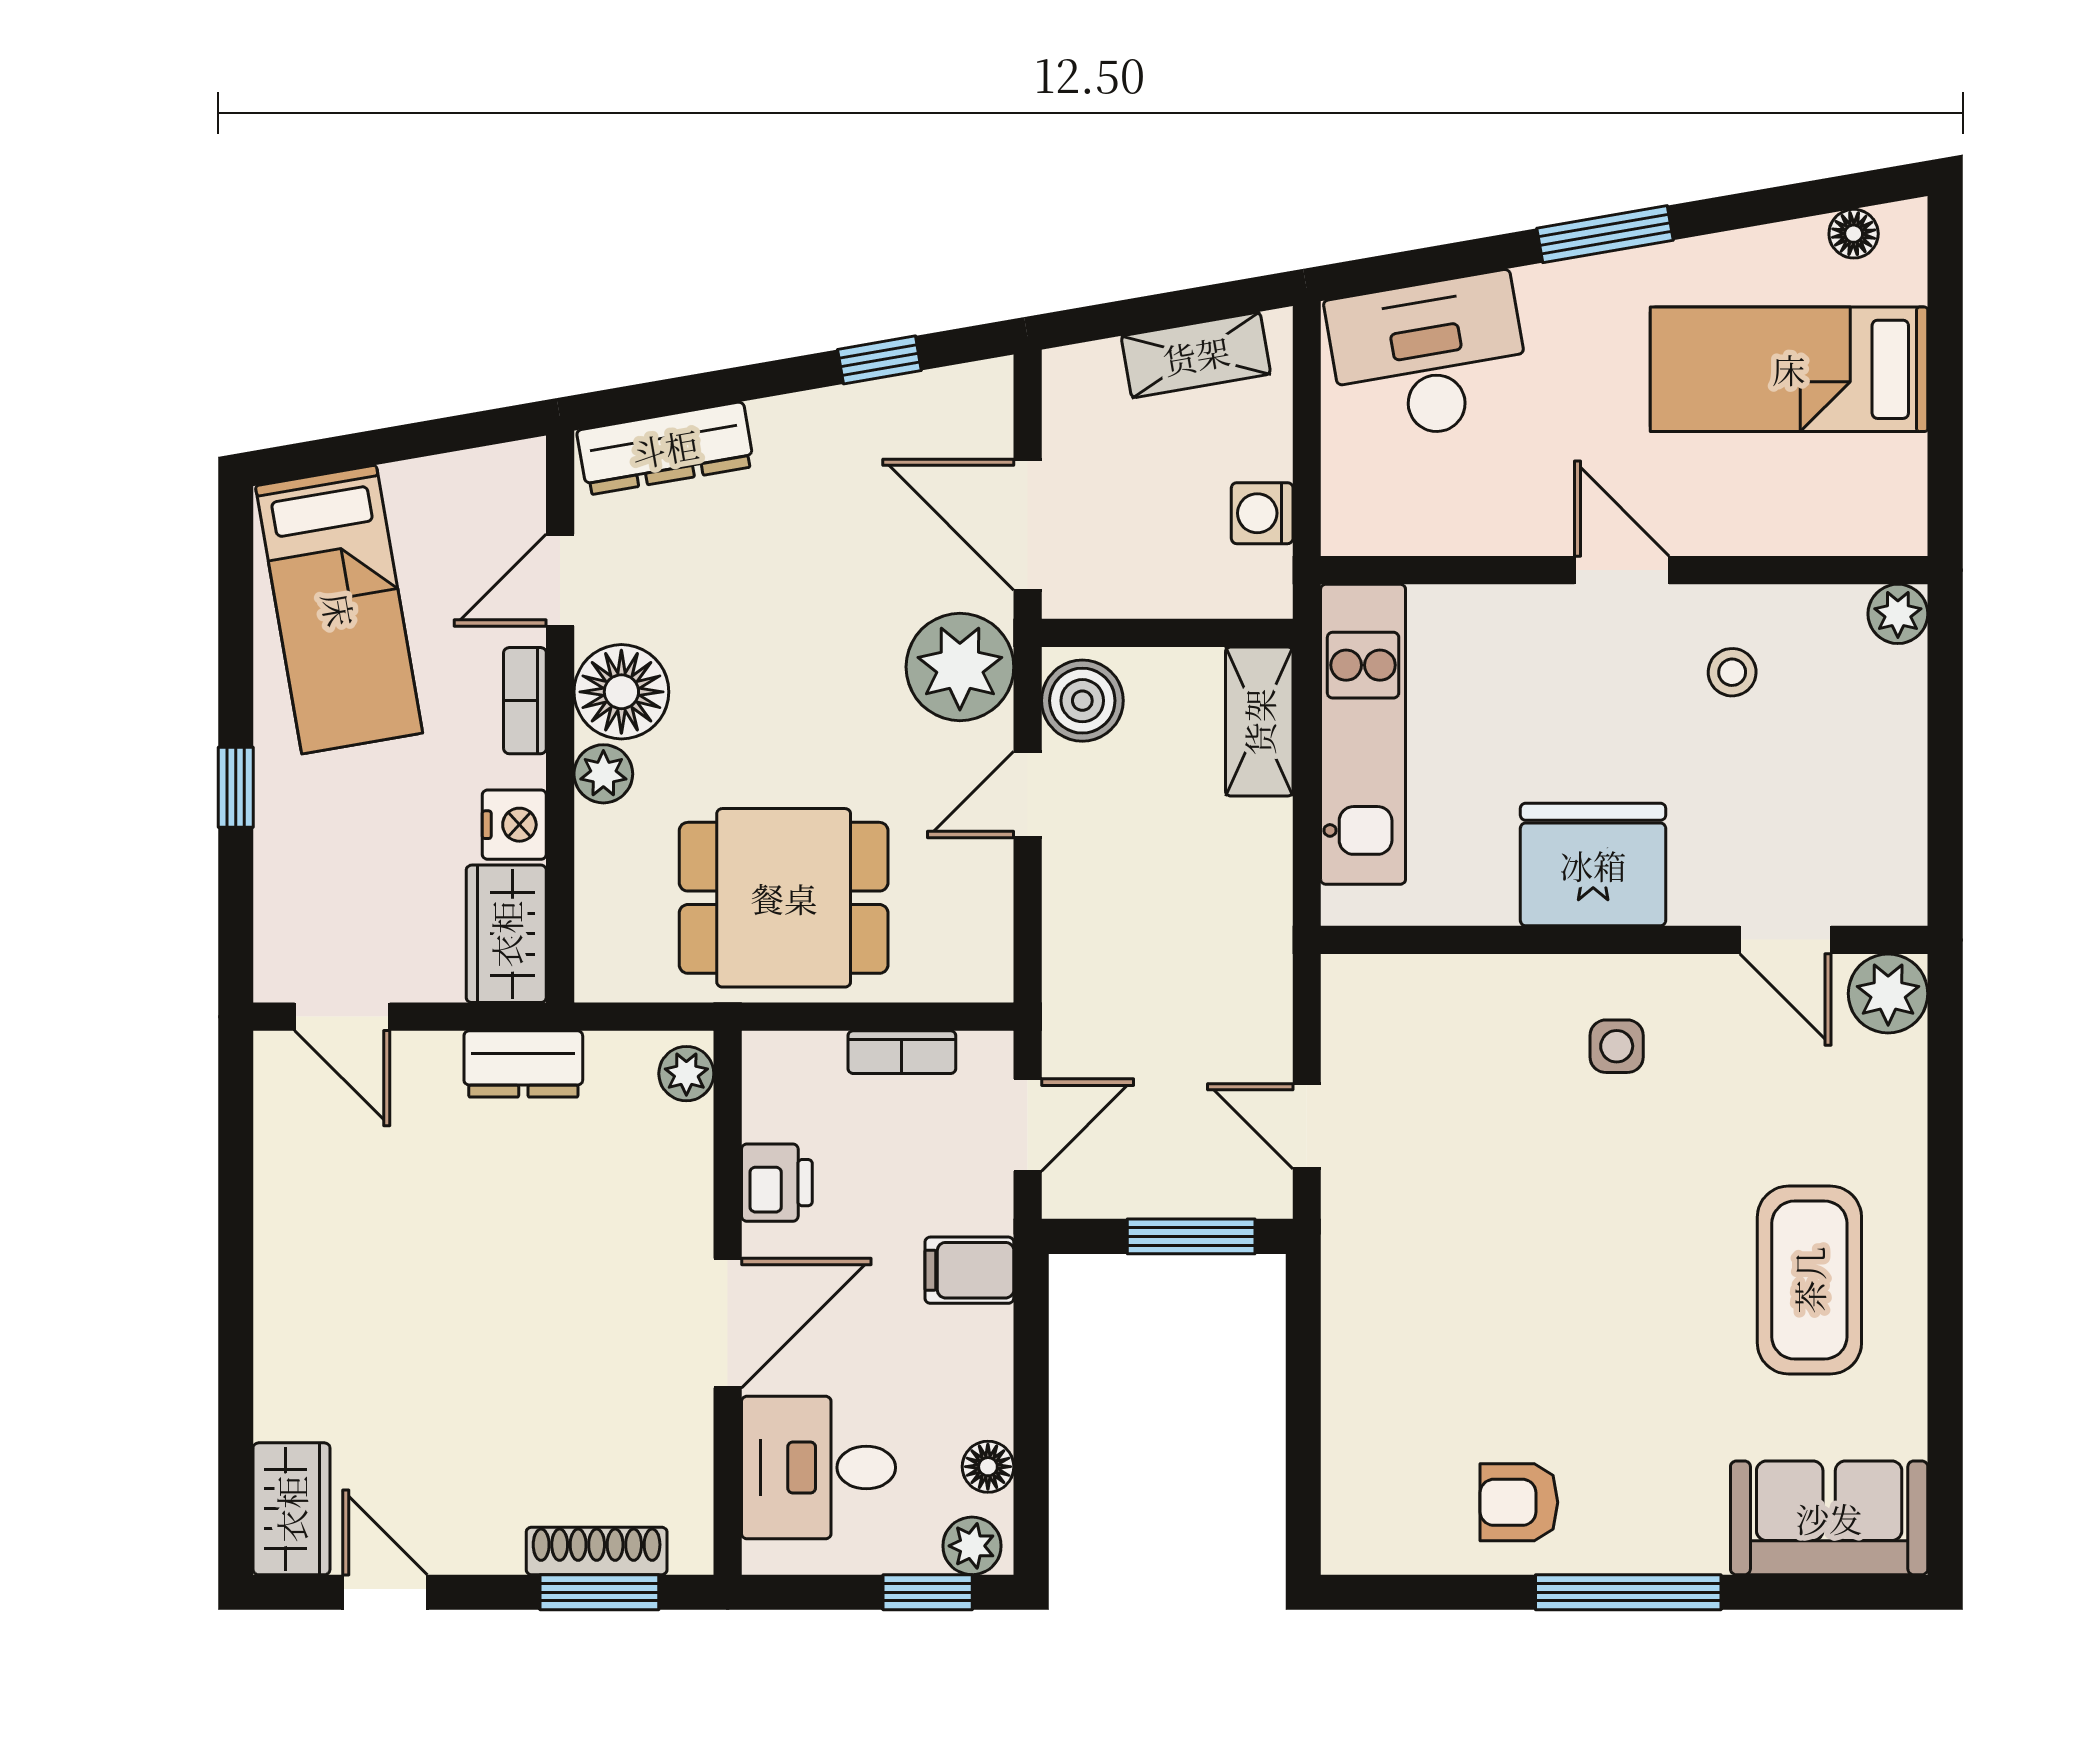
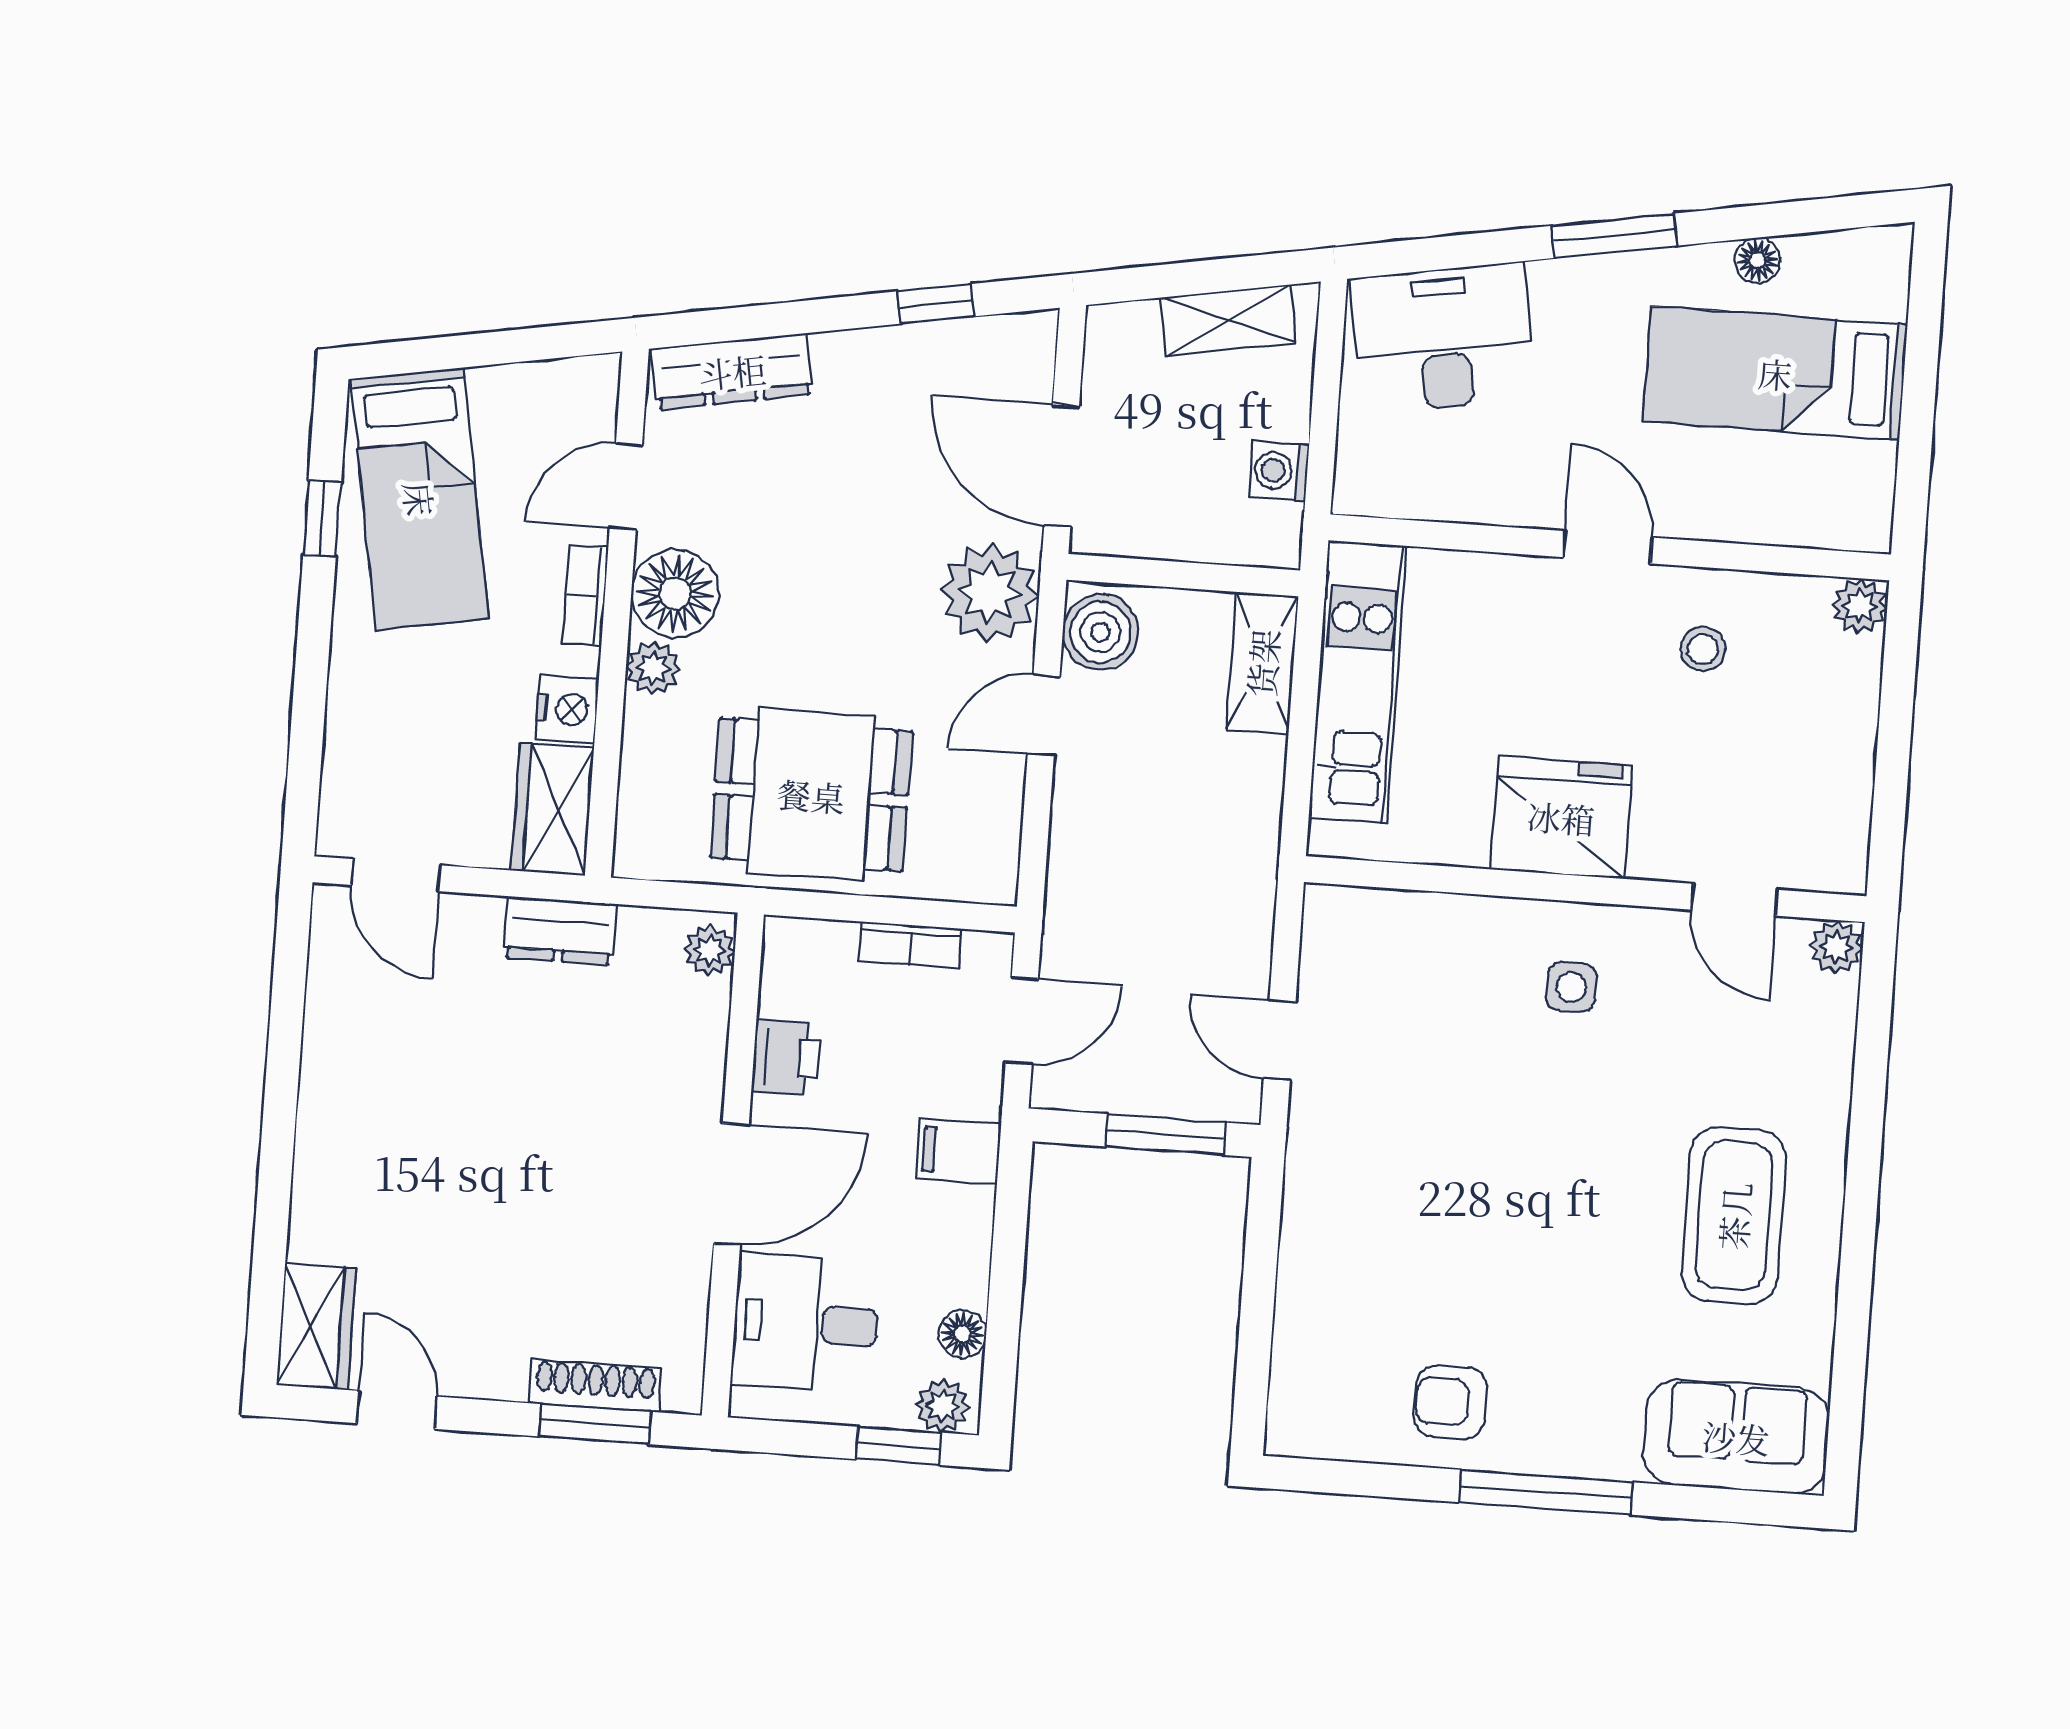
floor lamp: (1854, 234) -> (1758, 260), moved
window: (236, 787) -> (322, 519), moved
plant: (1888, 994) -> (1836, 947), width x0.73, depth x0.73

